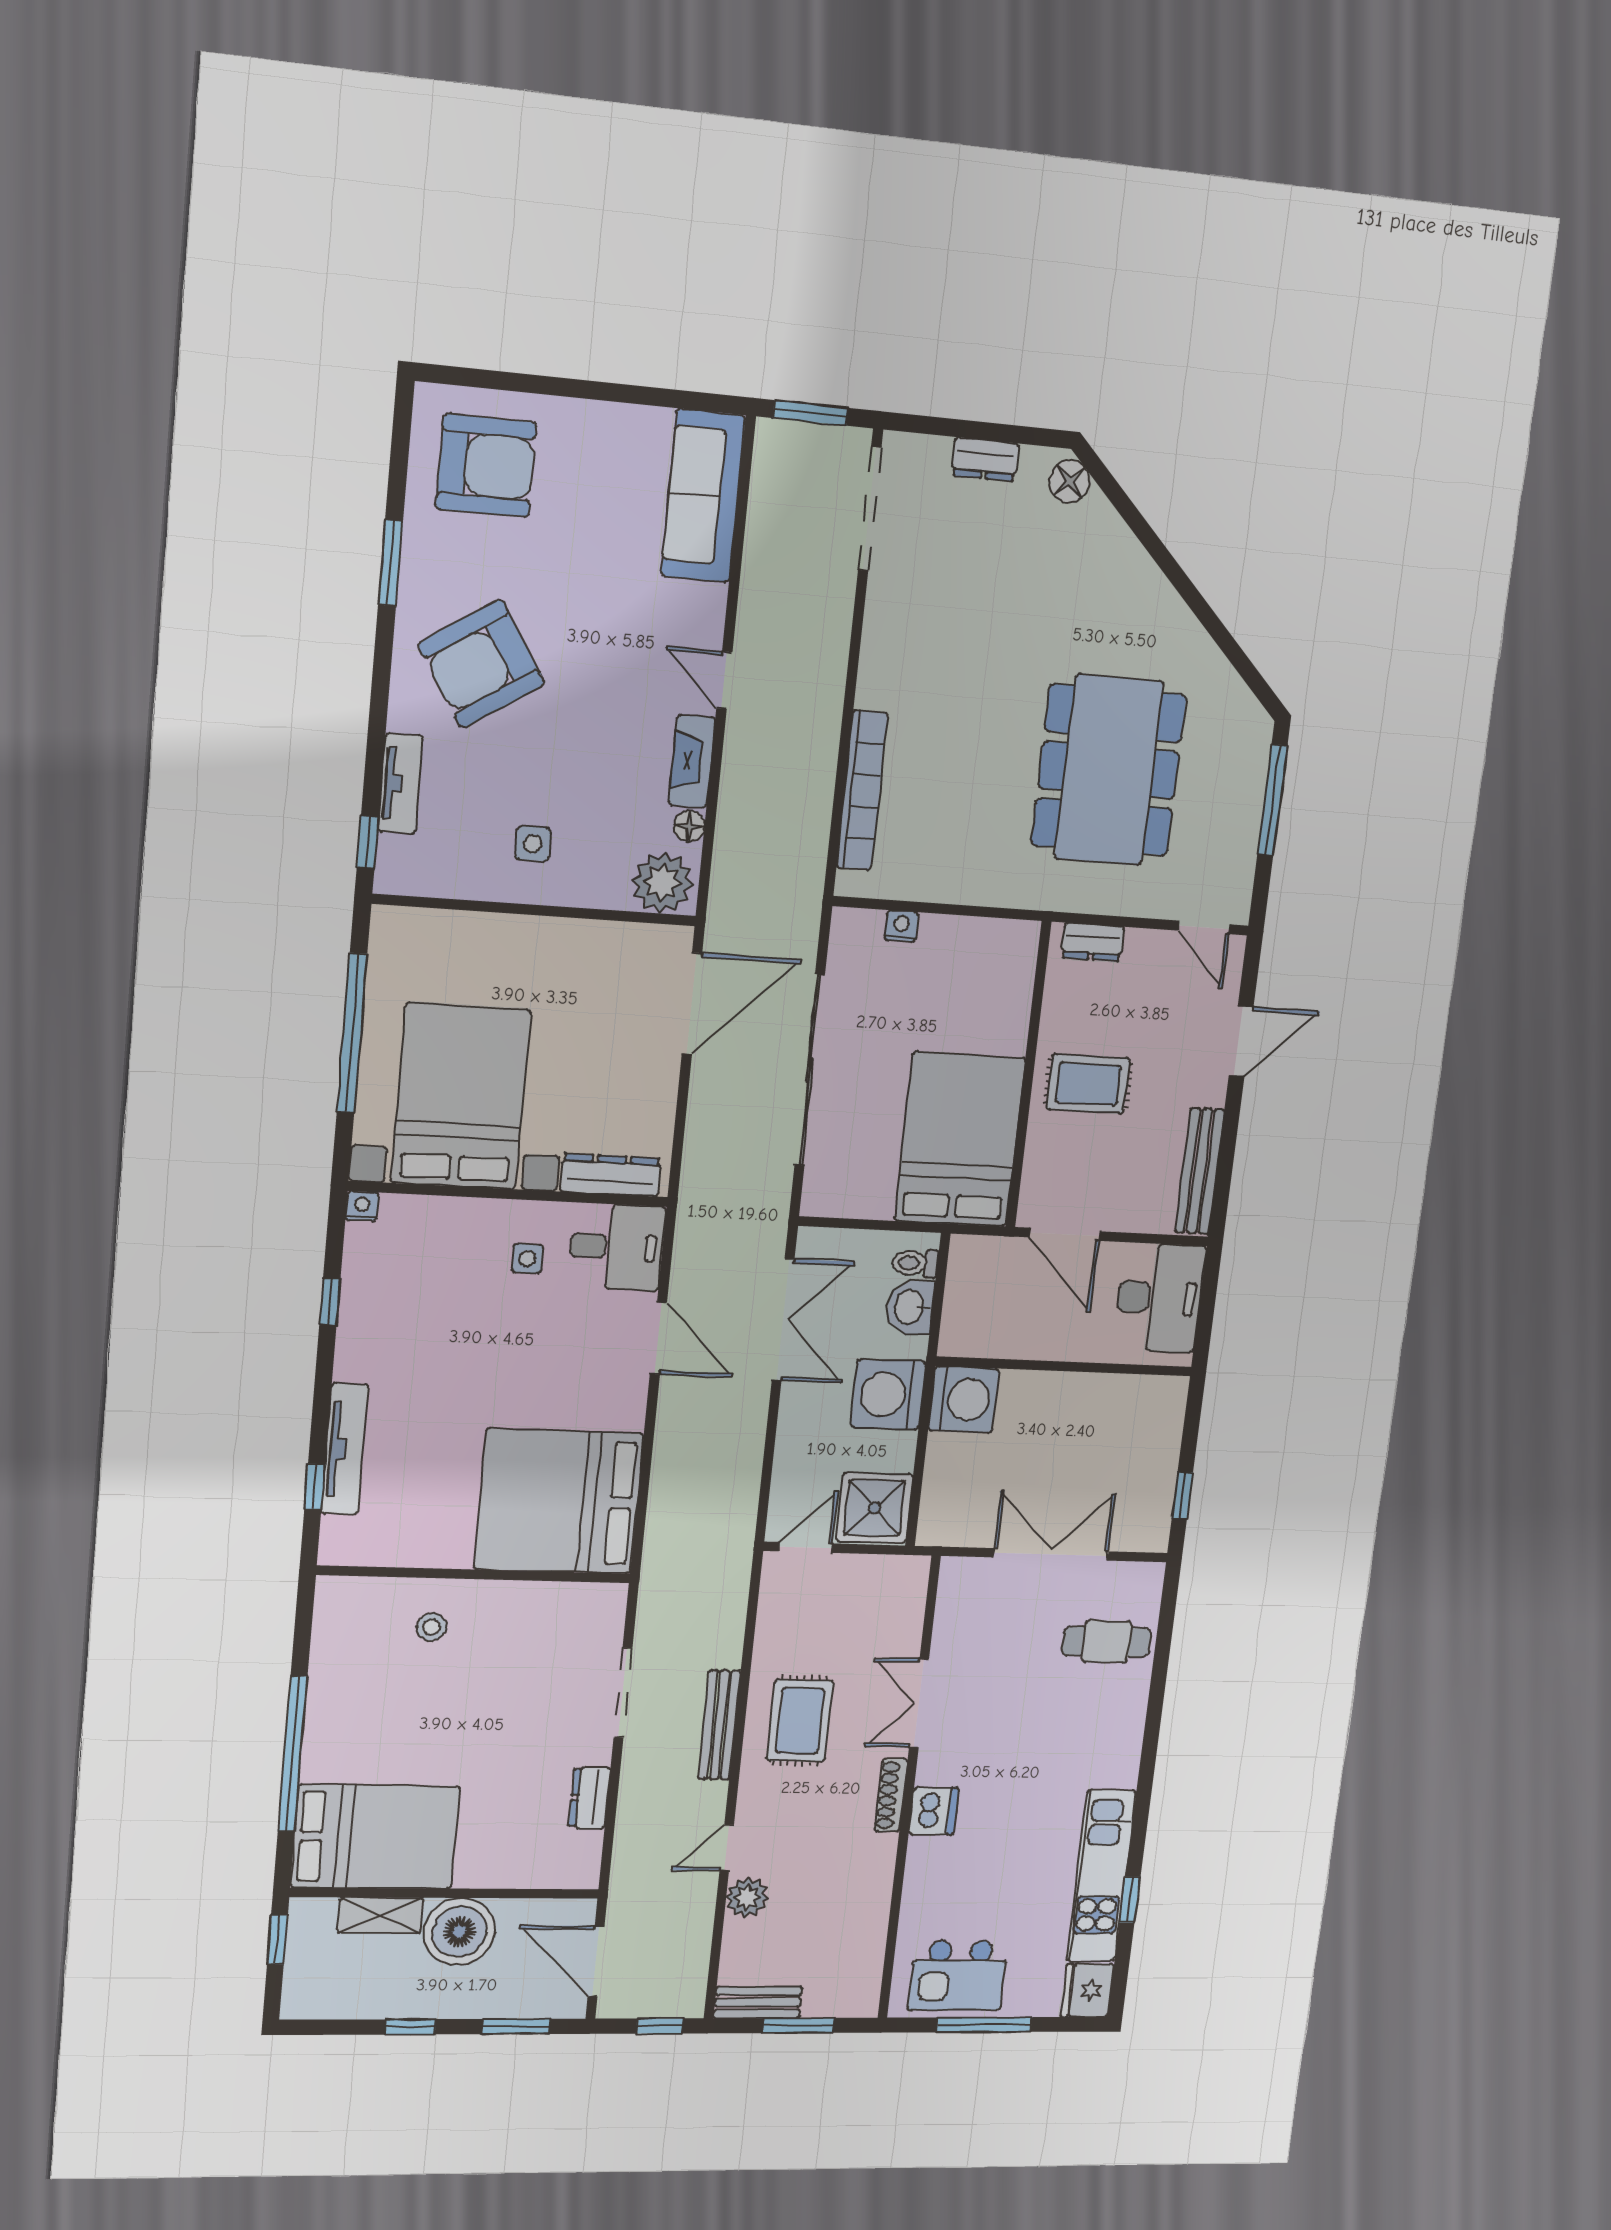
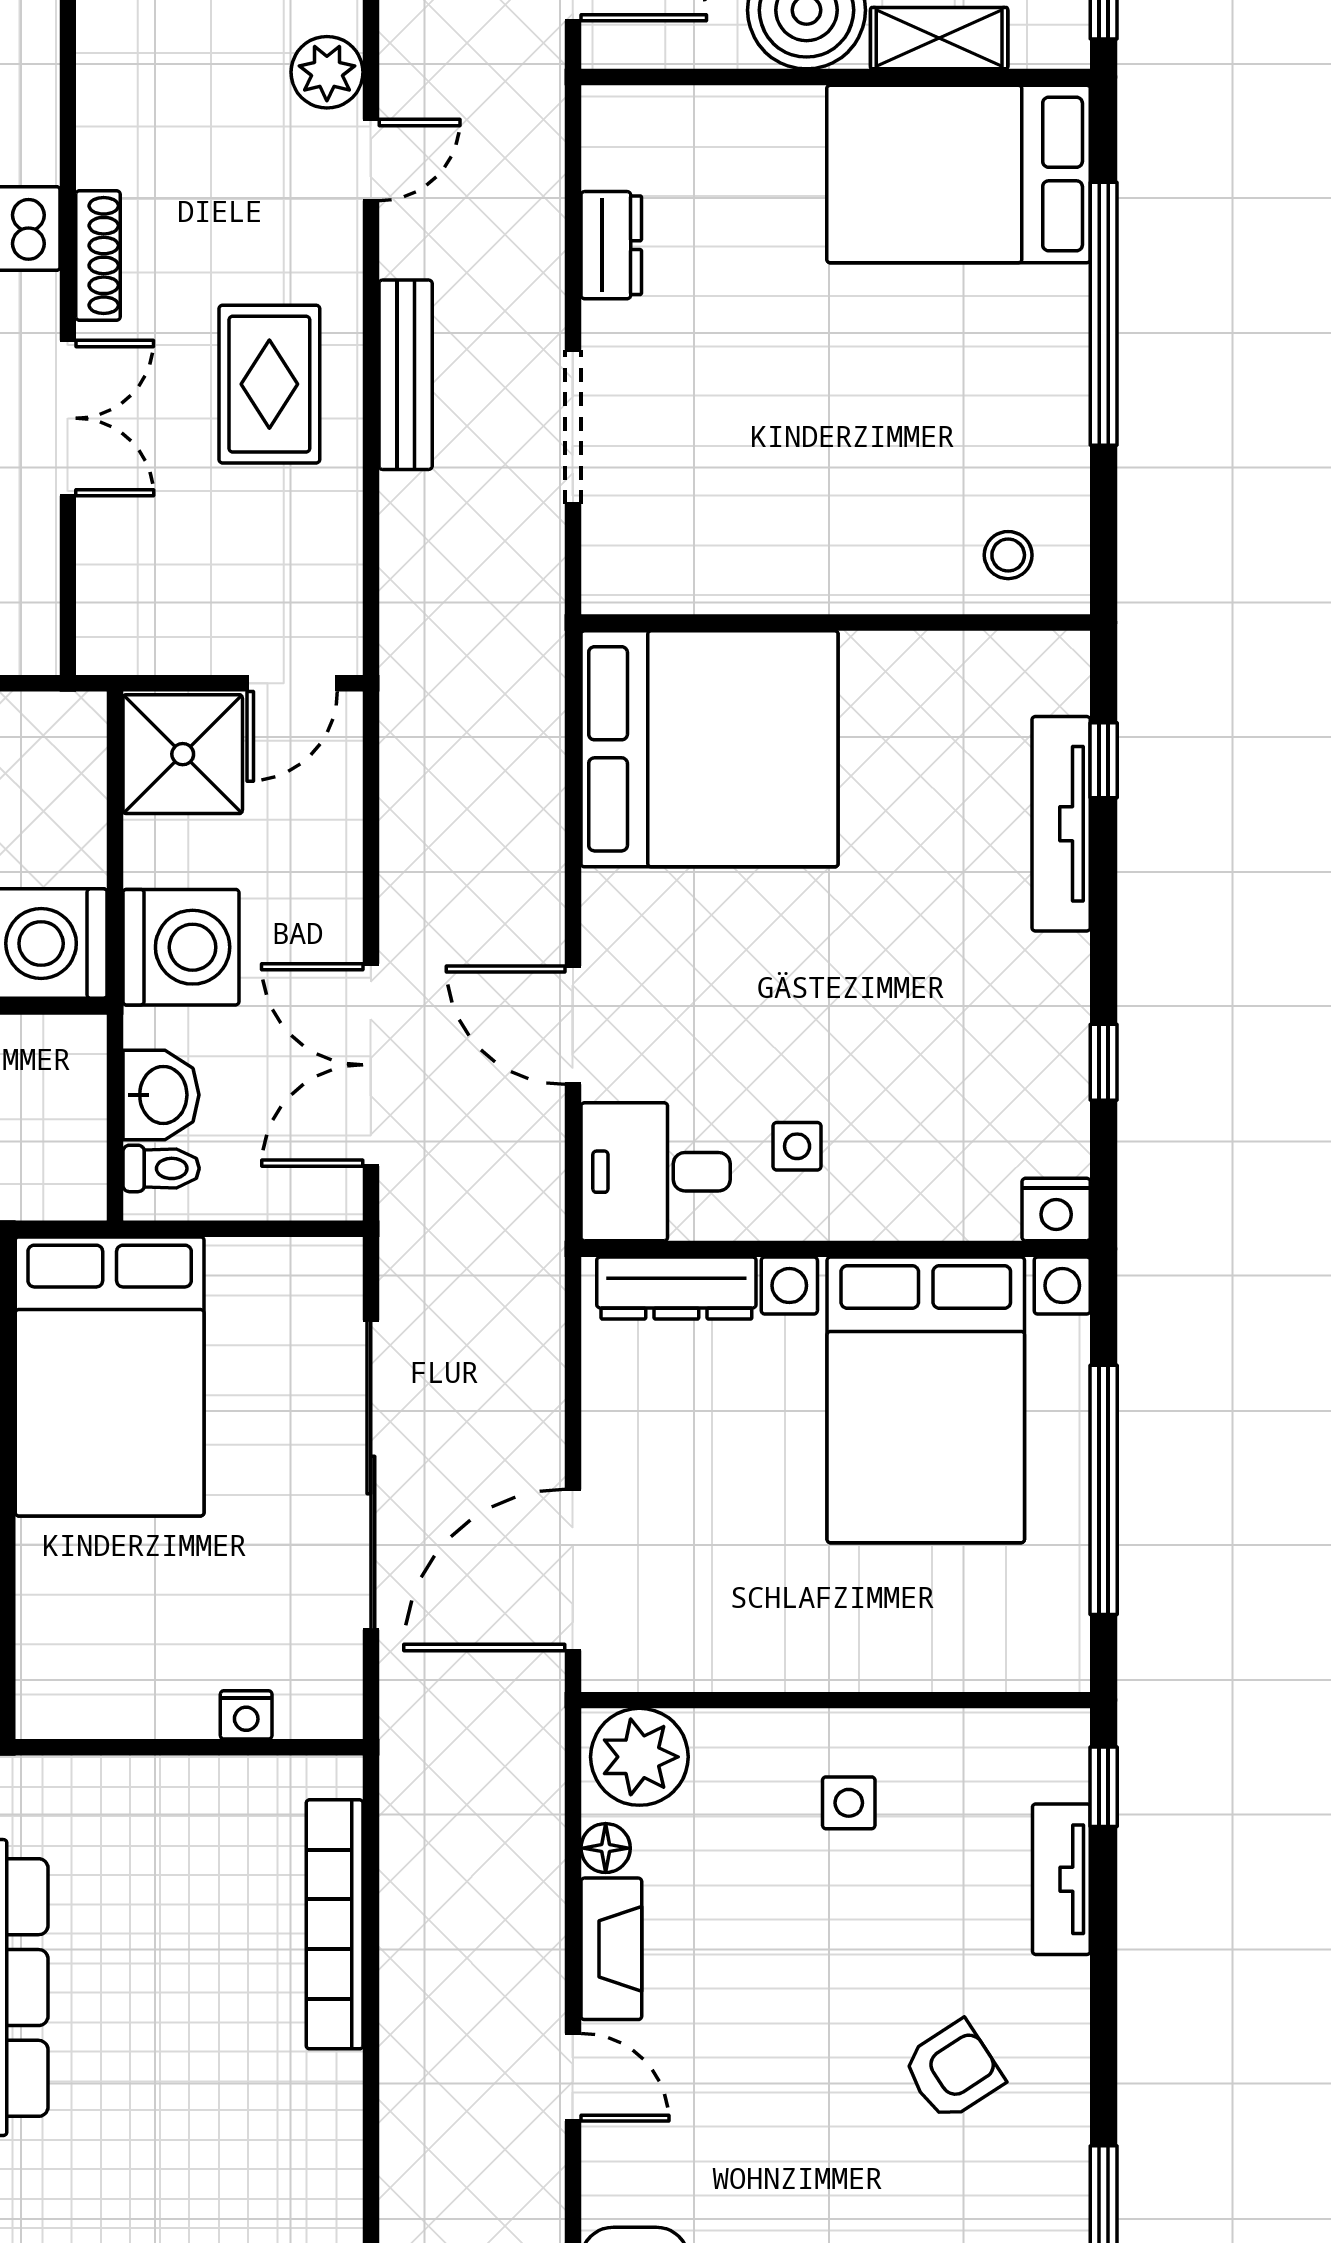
armchair: (481, 664) -> (953, 2071), width x0.53, depth x0.53
nightstand: (362, 1206) -> (1056, 1209), width x1.39, depth x1.35
stool: (431, 1627) -> (1008, 555), moved

